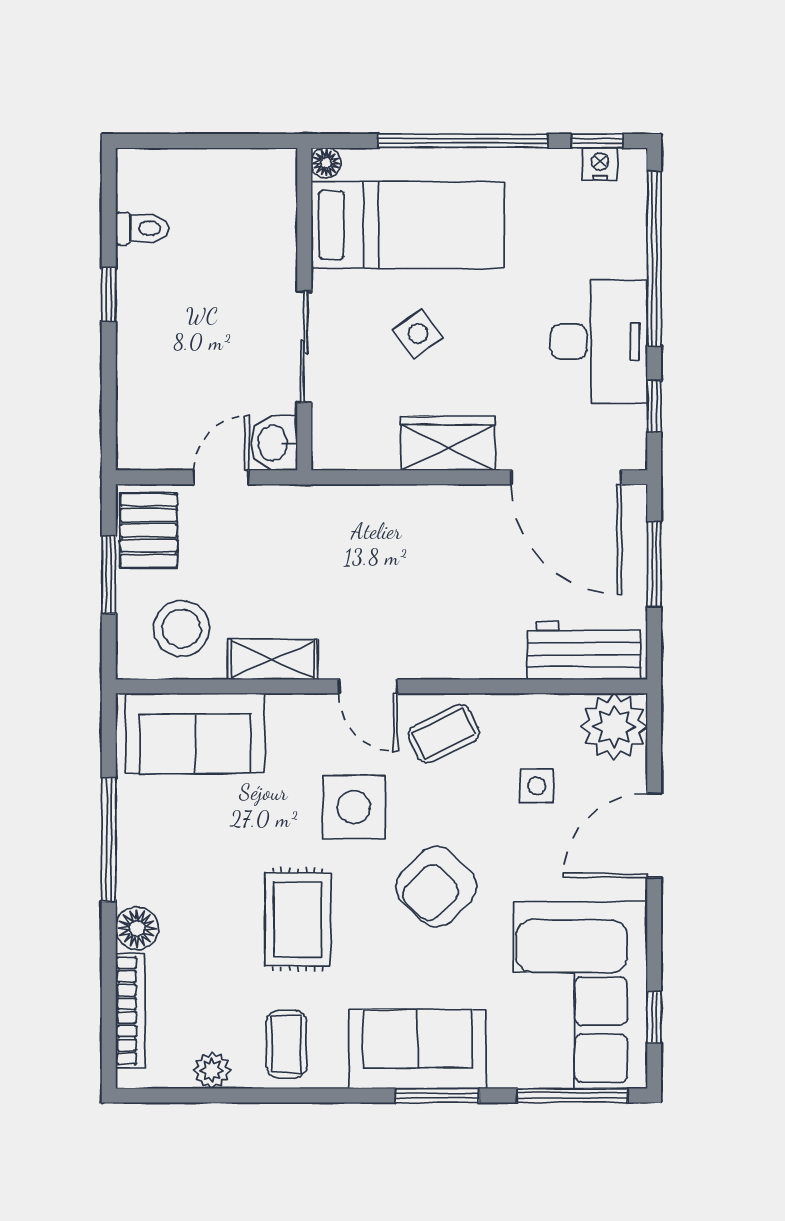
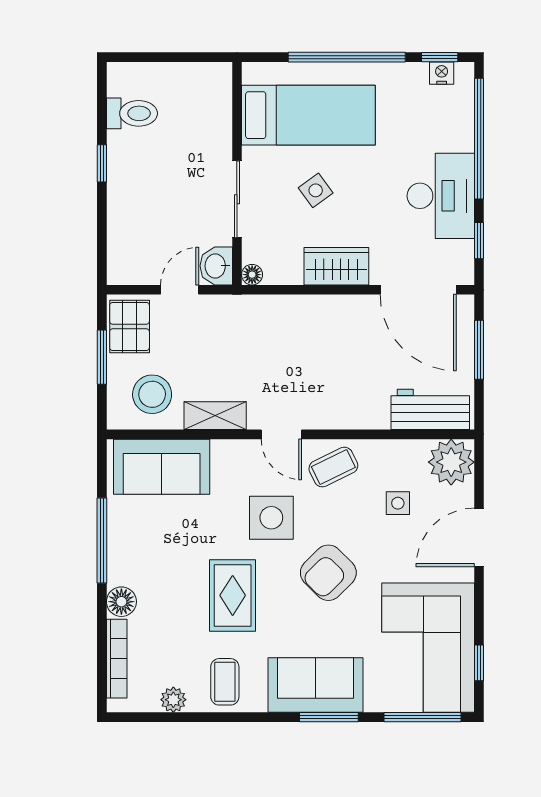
floor lamp: (326, 163) -> (252, 275), moved
toilet: (142, 228) -> (132, 113), width x1.37, depth x1.39

